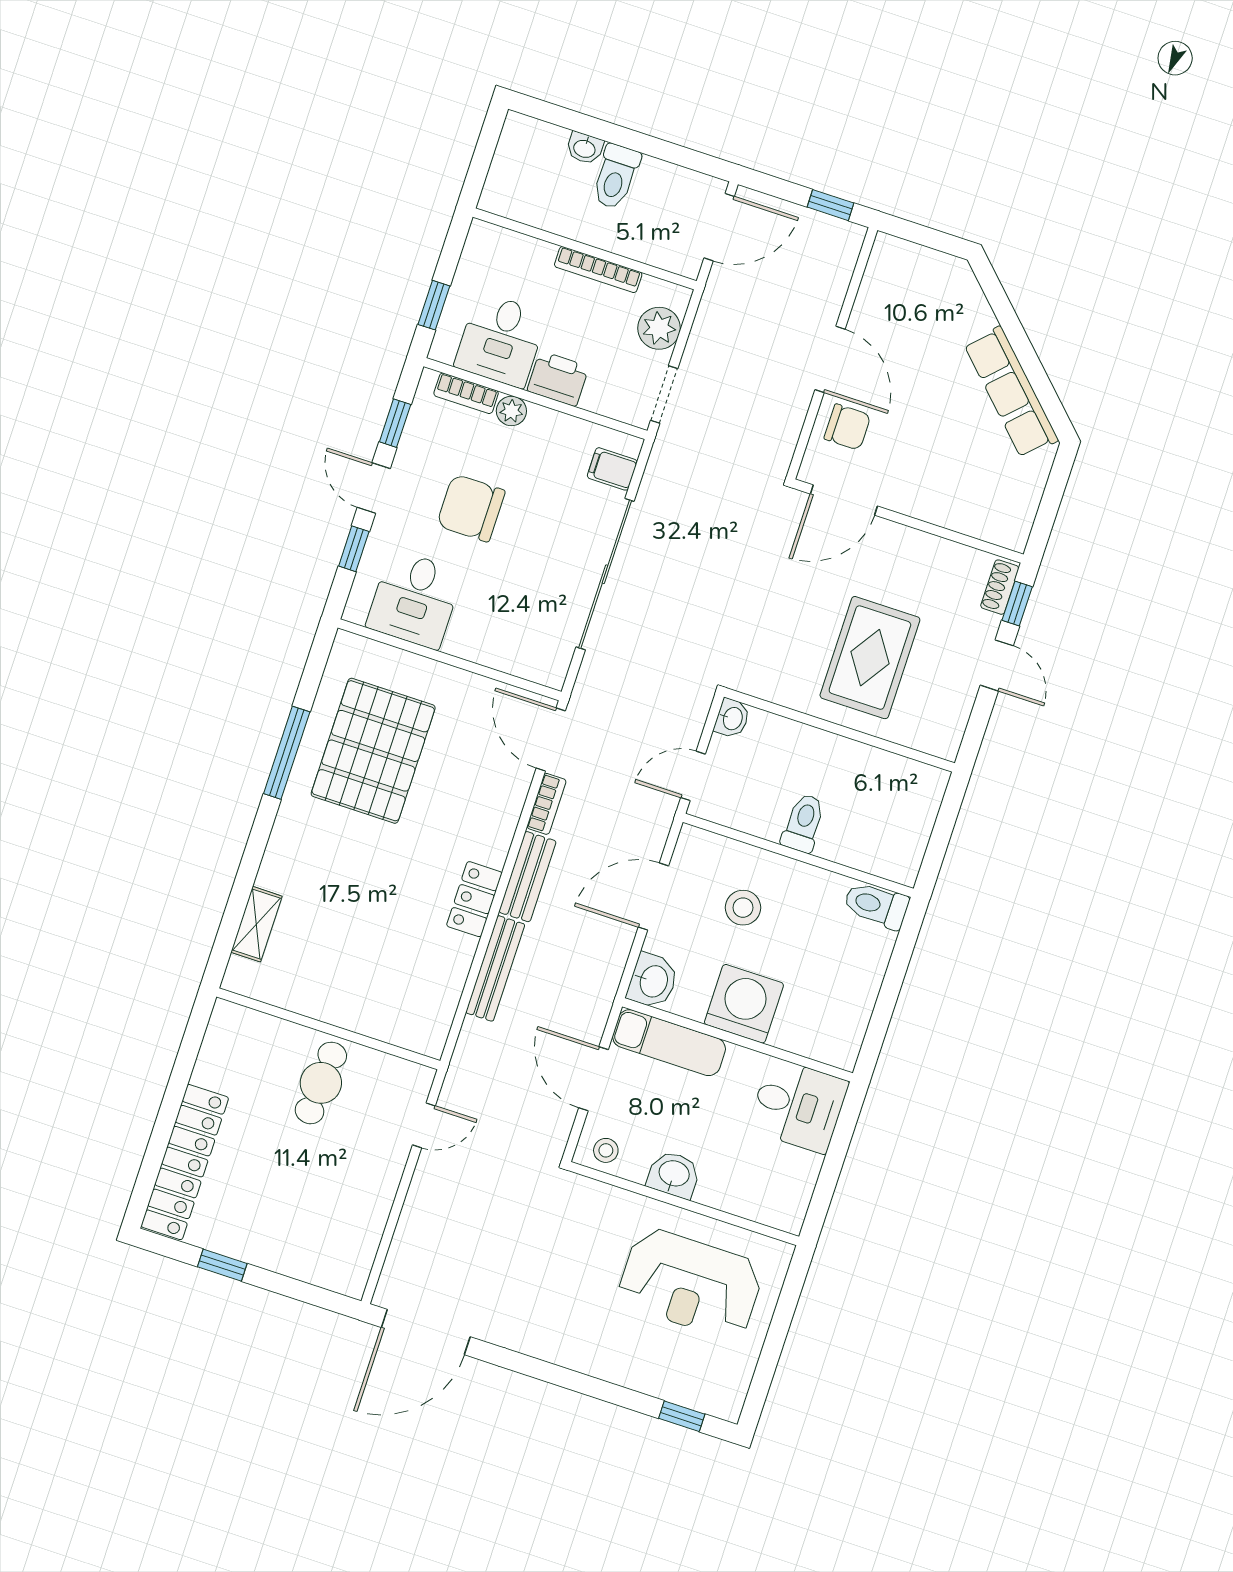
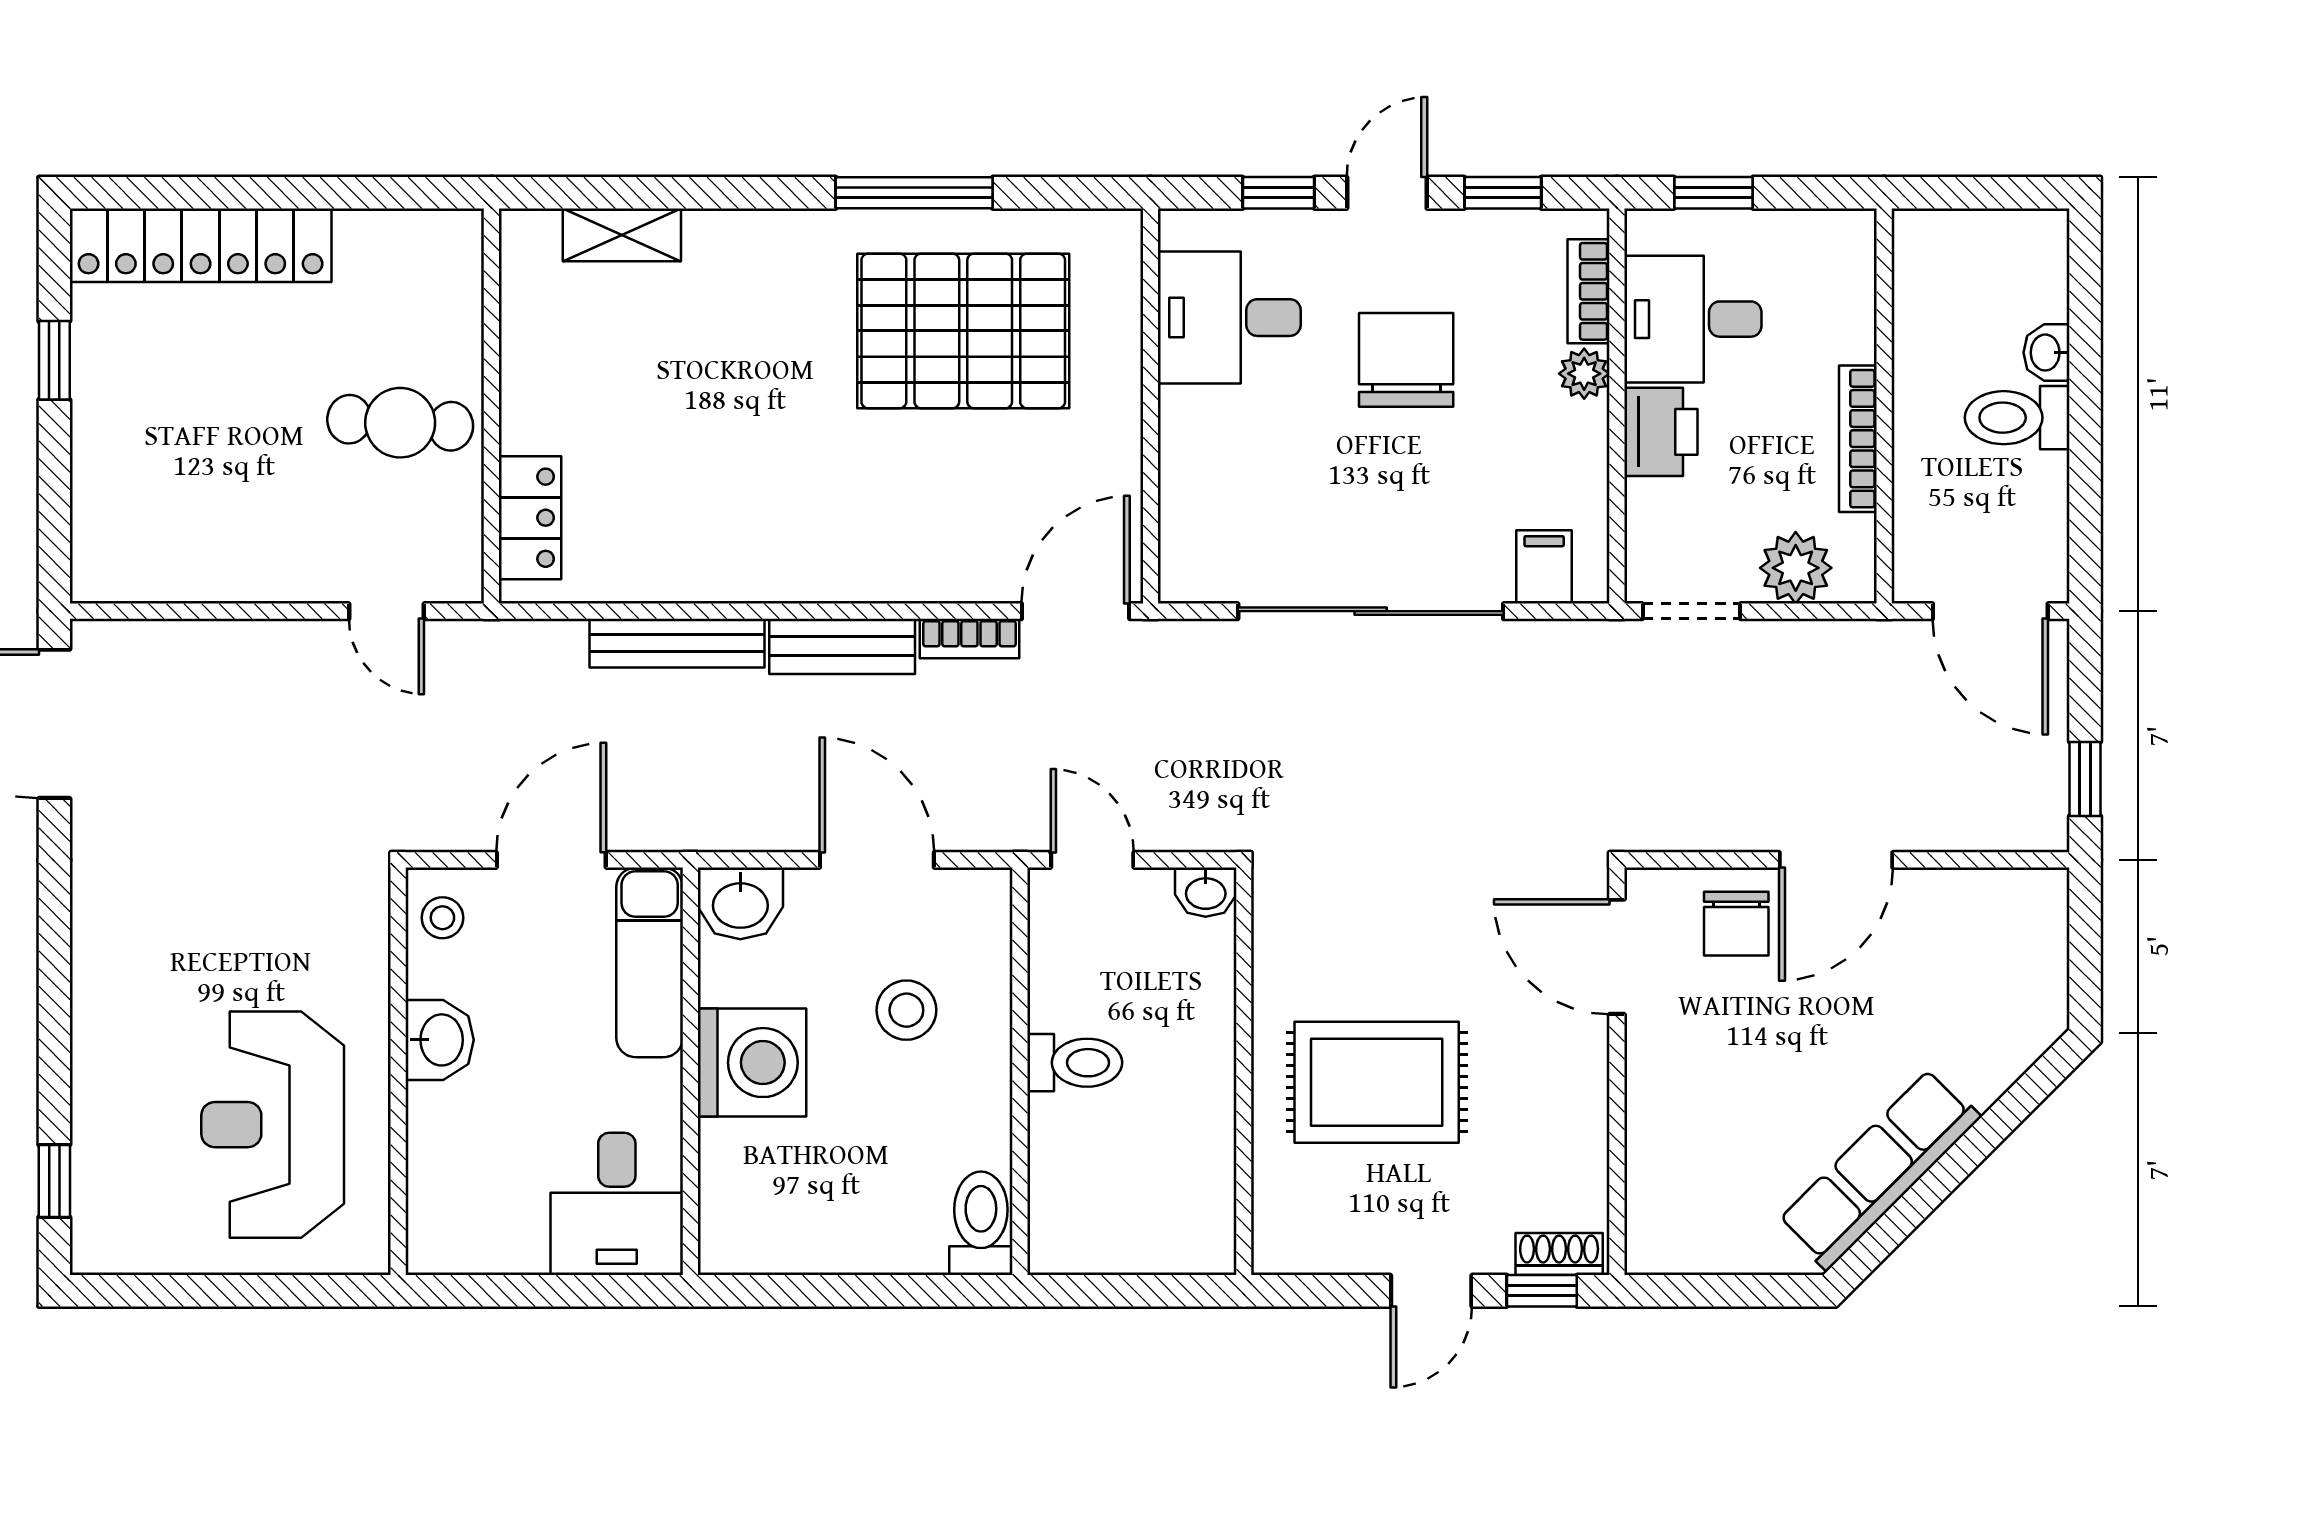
locker: (474, 899) -> (530, 518), moved, turned 90

